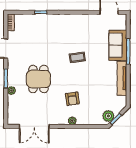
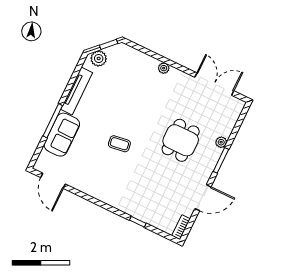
armchair: (72, 99) -> (151, 95), removed
plant: (108, 116) -> (99, 59), moved

